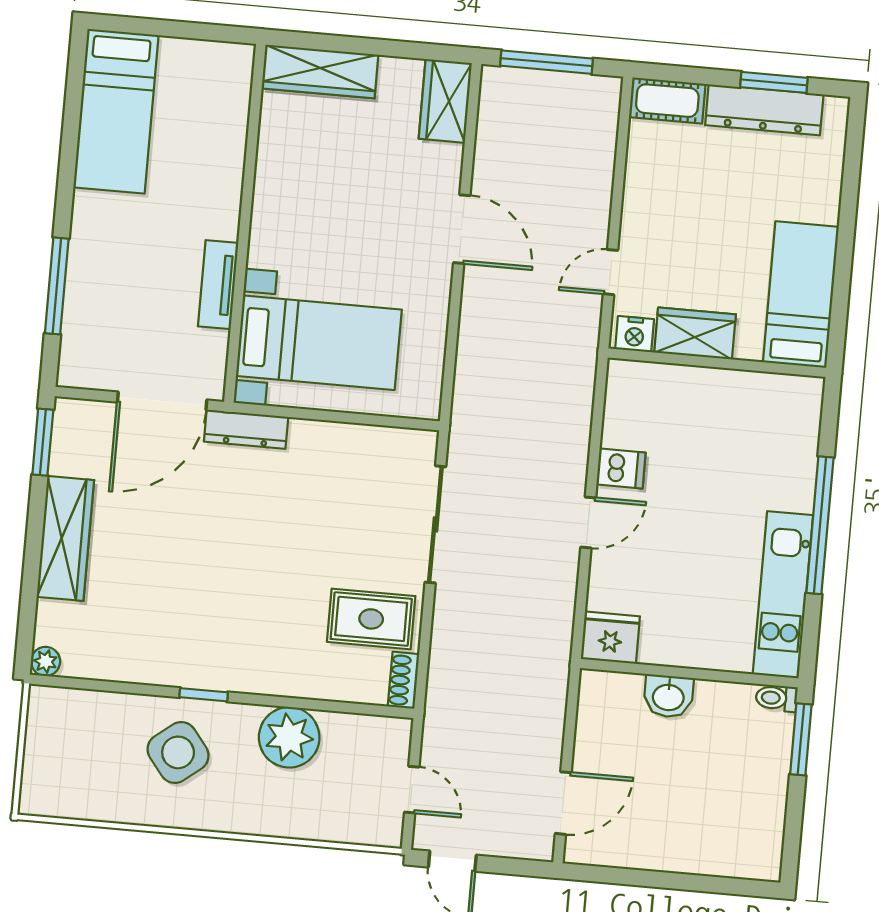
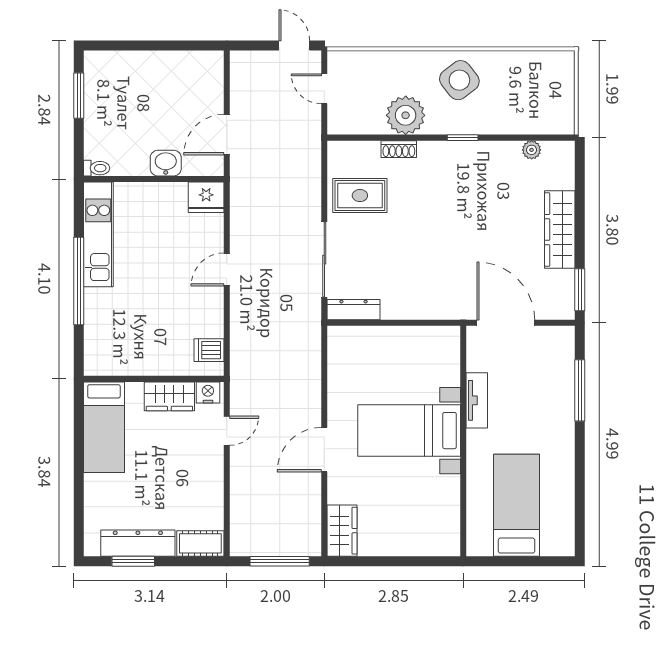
wardrobe: (320, 72) -> (424, 542), removed
bed: (116, 111) -> (517, 505), moved
door: (462, 229) -> (324, 450), hinge flipped
bed with nightstands: (319, 343) -> (409, 431), moved
door: (162, 401) -> (506, 323), hinge flipped
dresser: (246, 429) -> (353, 310), moved
dishwasher: (621, 469) -> (209, 350), moved
plant: (46, 661) -> (532, 150), moved
shoe rack: (403, 680) -> (399, 149), moved, turned 90
window: (801, 739) -> (79, 96), moved
side table: (178, 752) -> (459, 80), moved
door: (563, 803) -> (227, 135), moved

